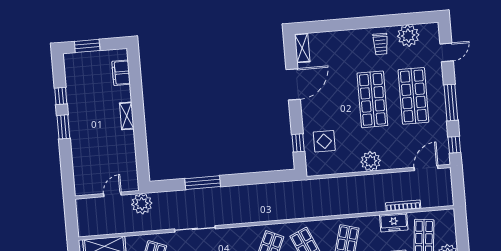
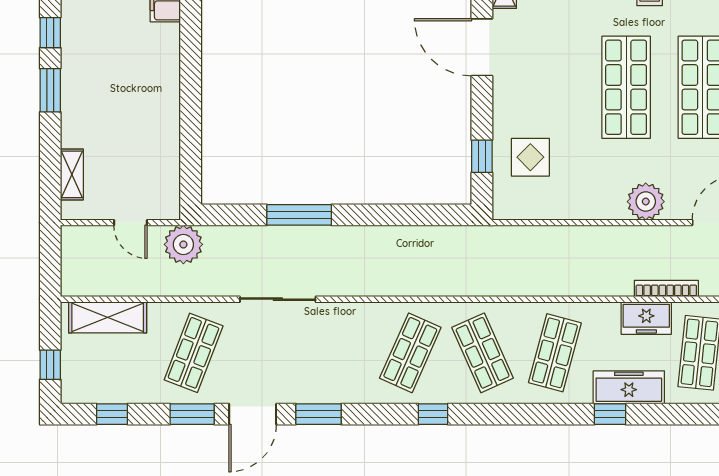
door: (293, 84) -> (482, 47), swing flipped
shelving: (127, 116) -> (72, 174), moved
plant: (371, 161) -> (646, 202), moved
door: (112, 194) -> (130, 223), swing flipped

